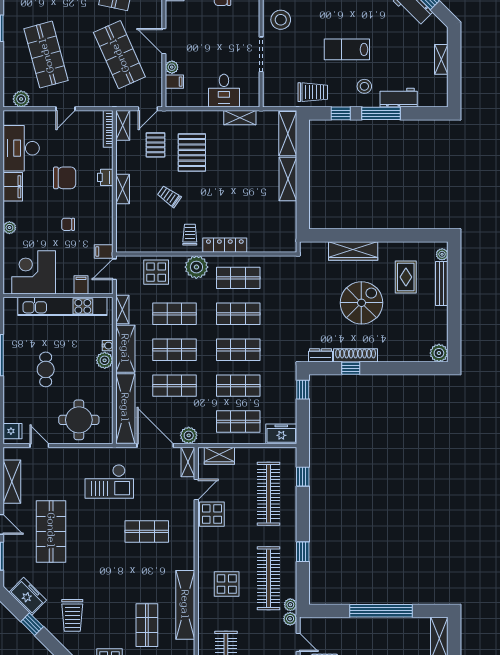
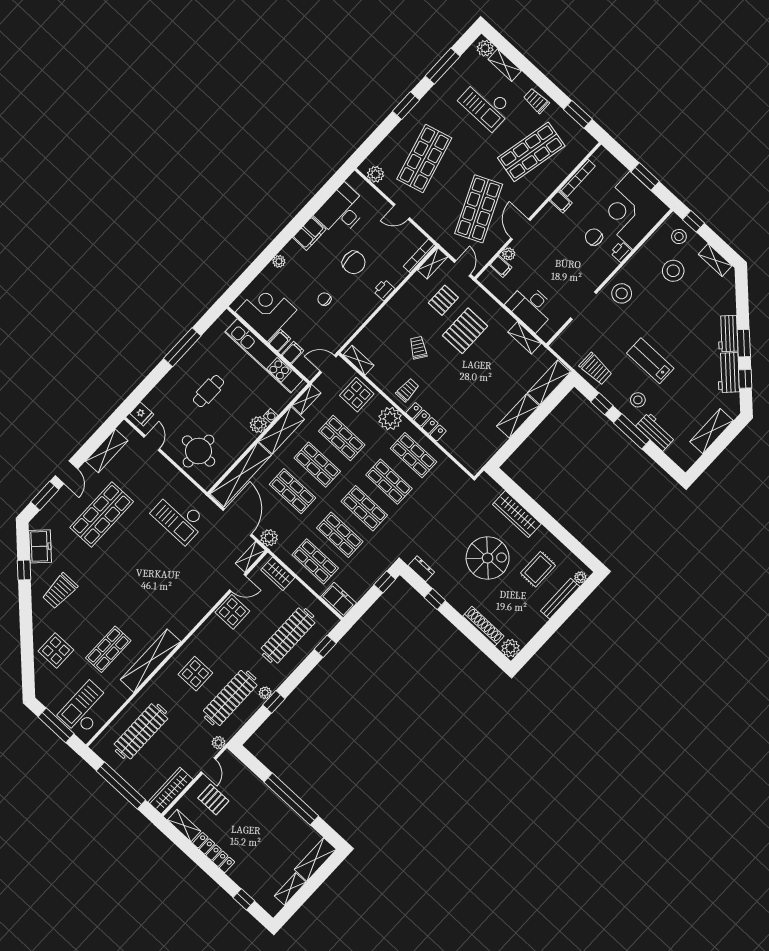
shelving: (441, 59) -> (712, 431), width x1.50, depth x1.33
desk: (224, 91) -> (531, 307), width x1.37
door: (148, 109) -> (463, 268), swing flipped
shelving: (123, 189) -> (359, 360), moved, turned 90
filing cabinet: (104, 251) -> (279, 341), moved, turned 90
shoe rack: (356, 355) -> (483, 626), moved
shop shelf: (147, 531) -> (172, 580), removed
plant: (290, 605) -> (265, 693), moved

